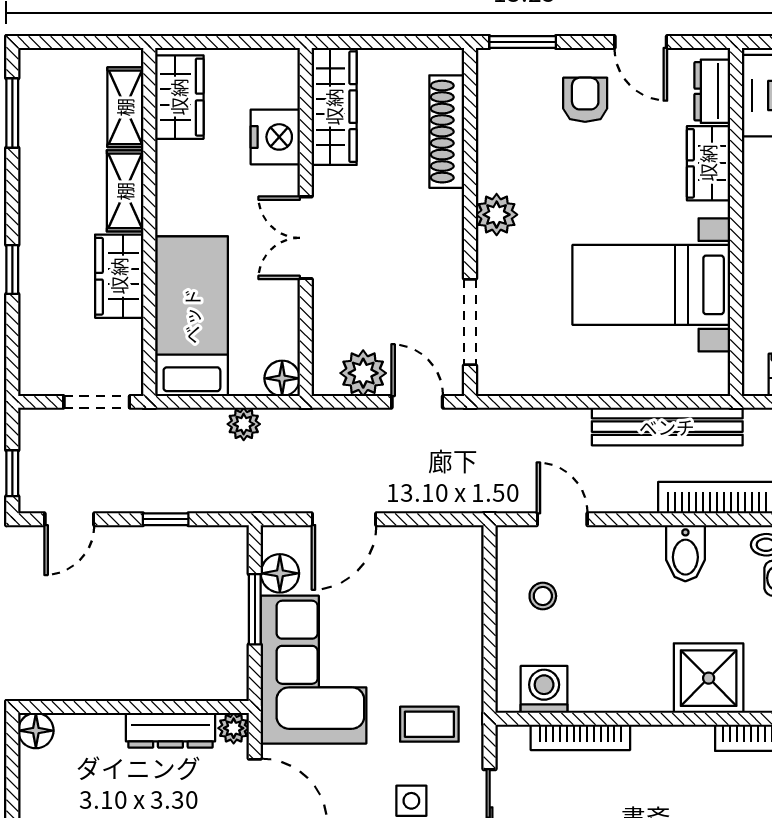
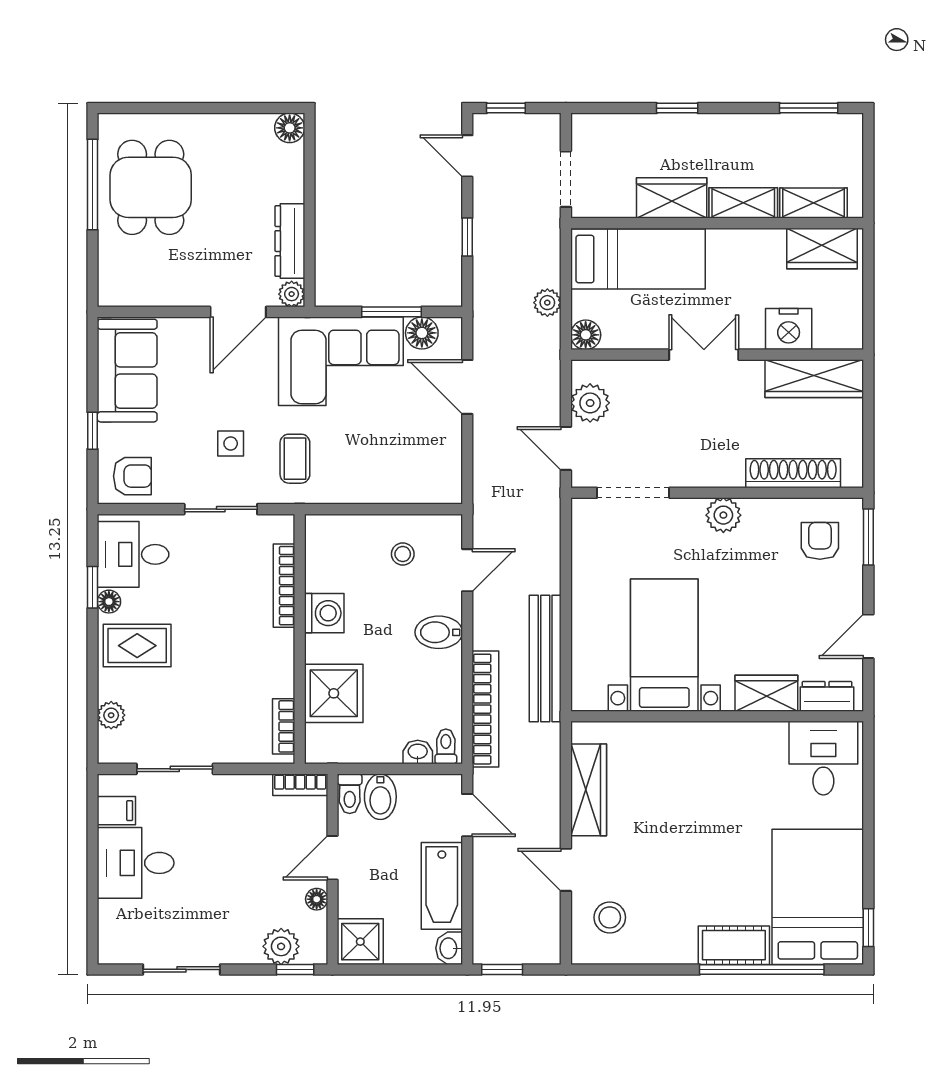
armchair: (585, 100) -> (820, 541), moved, turned -90
door: (417, 402) -> (566, 448), swing flipped
bidet: (685, 553) -> (439, 632), moved
washing machine: (544, 689) -> (324, 613), moved

